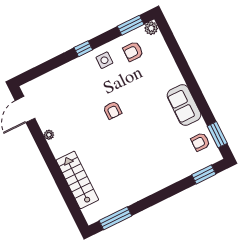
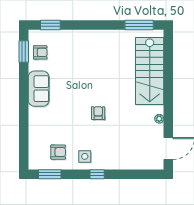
plant: (151, 28) -> (34, 164), removed
stairs: (77, 180) -> (150, 71), width x1.36, depth x1.51

